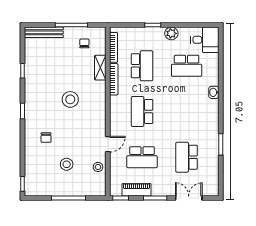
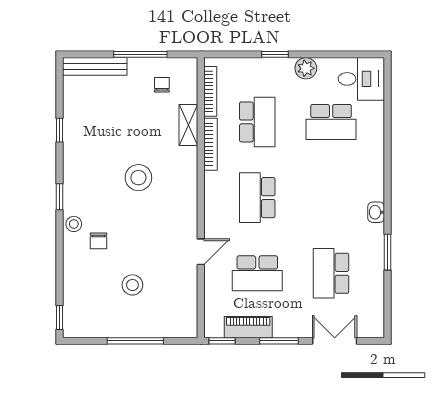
washbasin: (214, 92) -> (376, 212), moved
stool: (98, 167) -> (74, 224), moved

